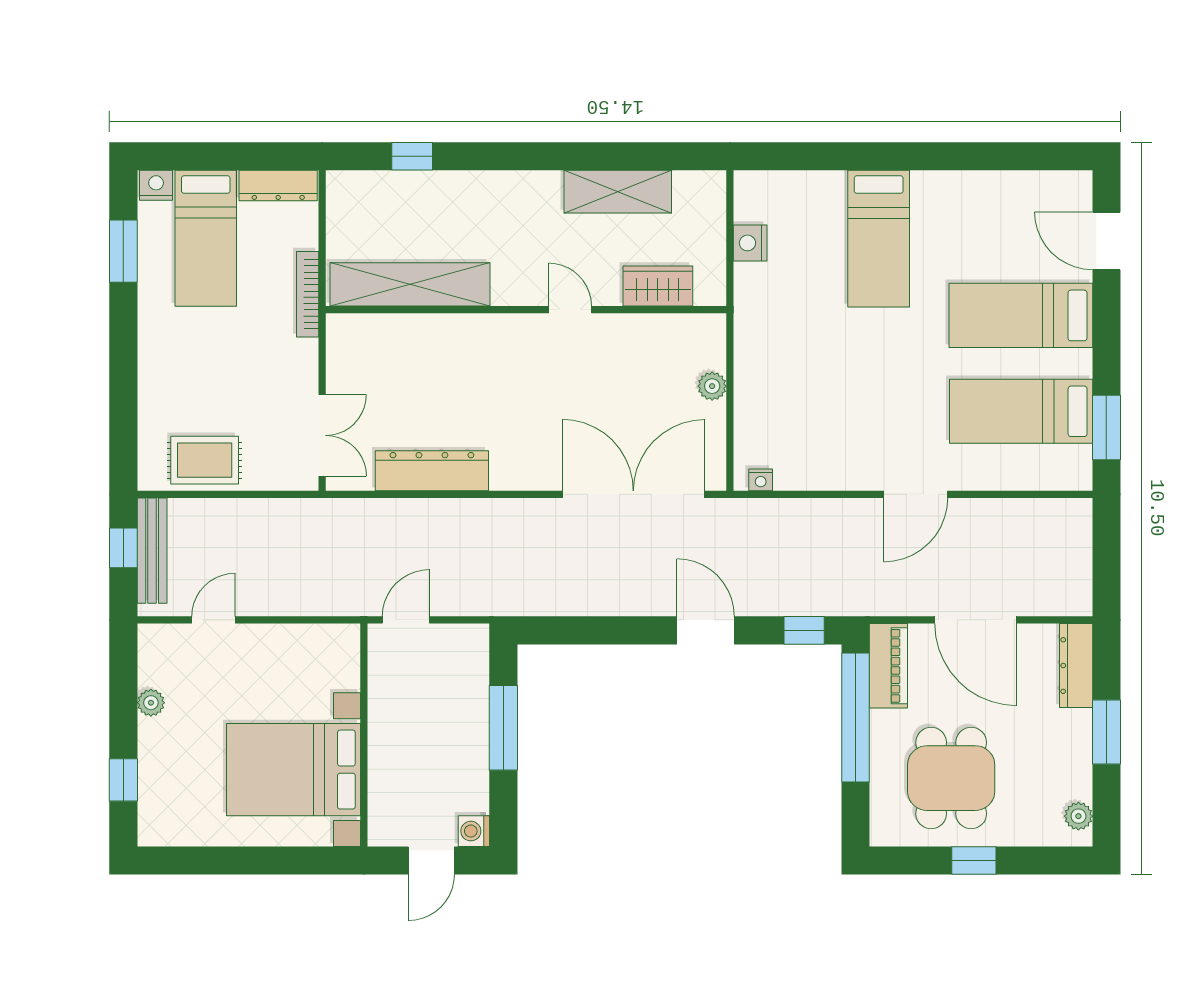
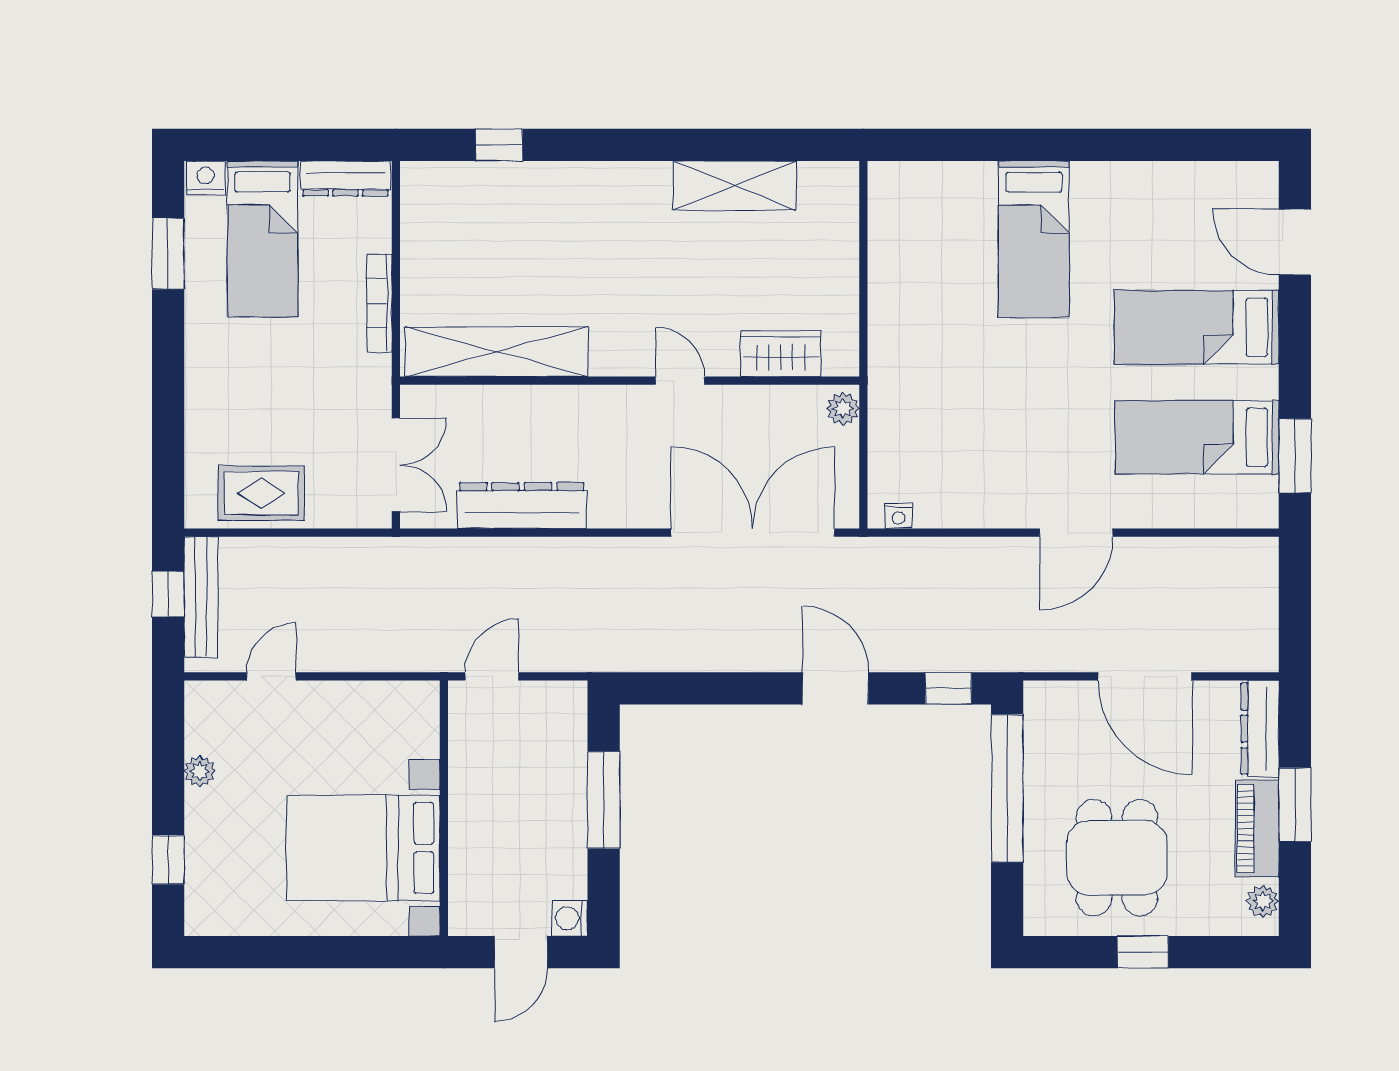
nightstand: (750, 243) -> (886, 244), removed
shelving: (410, 284) -> (497, 352), moved
wardrobe: (658, 286) -> (781, 354), moved
wall: (526, 310) -> (630, 381), moved
door: (570, 310) -> (680, 381), moved
piano: (888, 666) -> (1257, 829), moved, turned 180

